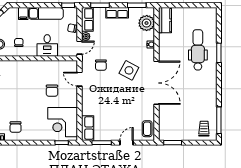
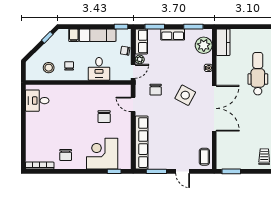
corner desk: (63, 122) -> (102, 154), moved, turned 90
row of seats: (88, 128) -> (142, 143), width x2.02
door: (127, 143) -> (183, 171), swing flipped

